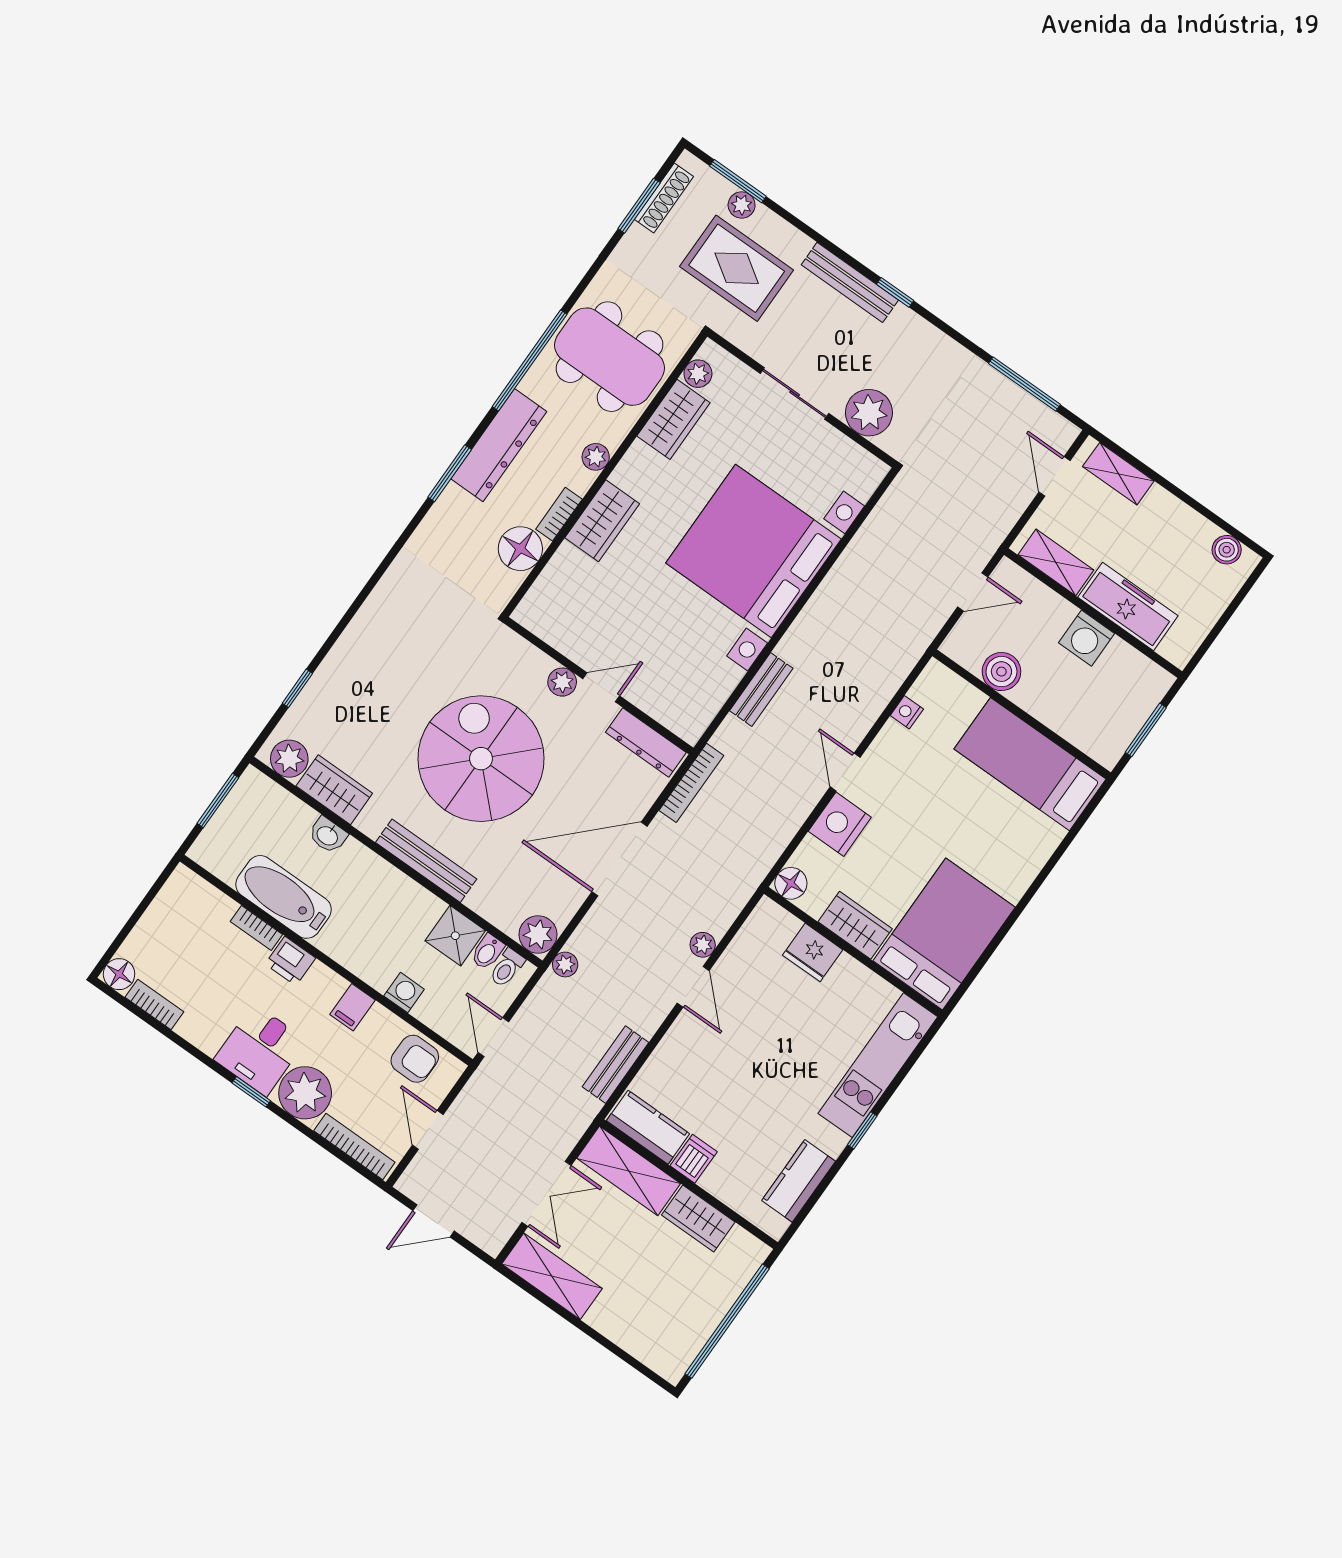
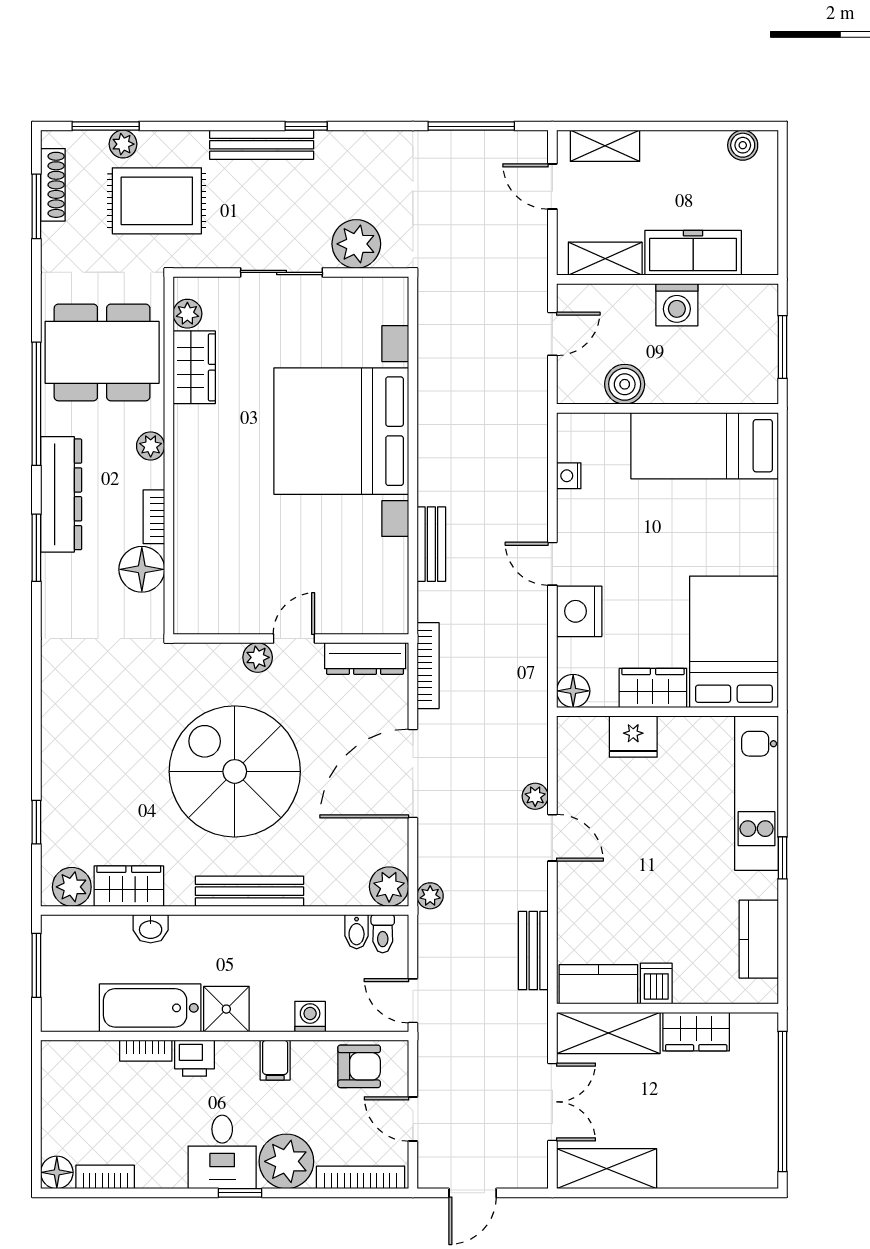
wardrobe: (602, 521) -> (195, 496), removed
shower: (455, 936) -> (226, 1009), moved

